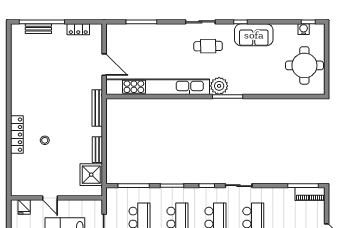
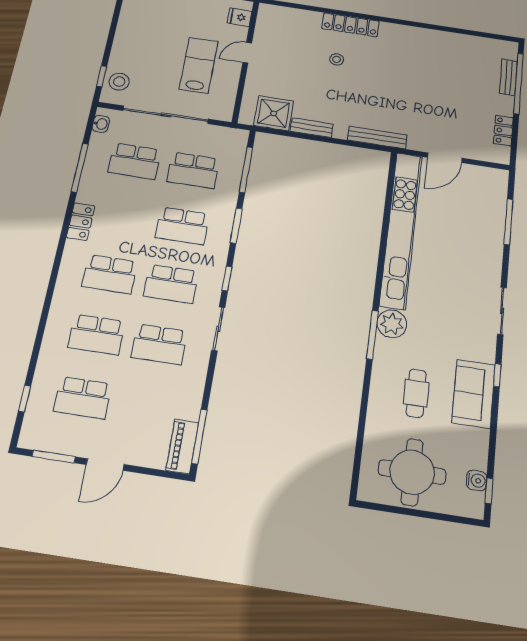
cafe table: (208, 46) -> (416, 393), moved

